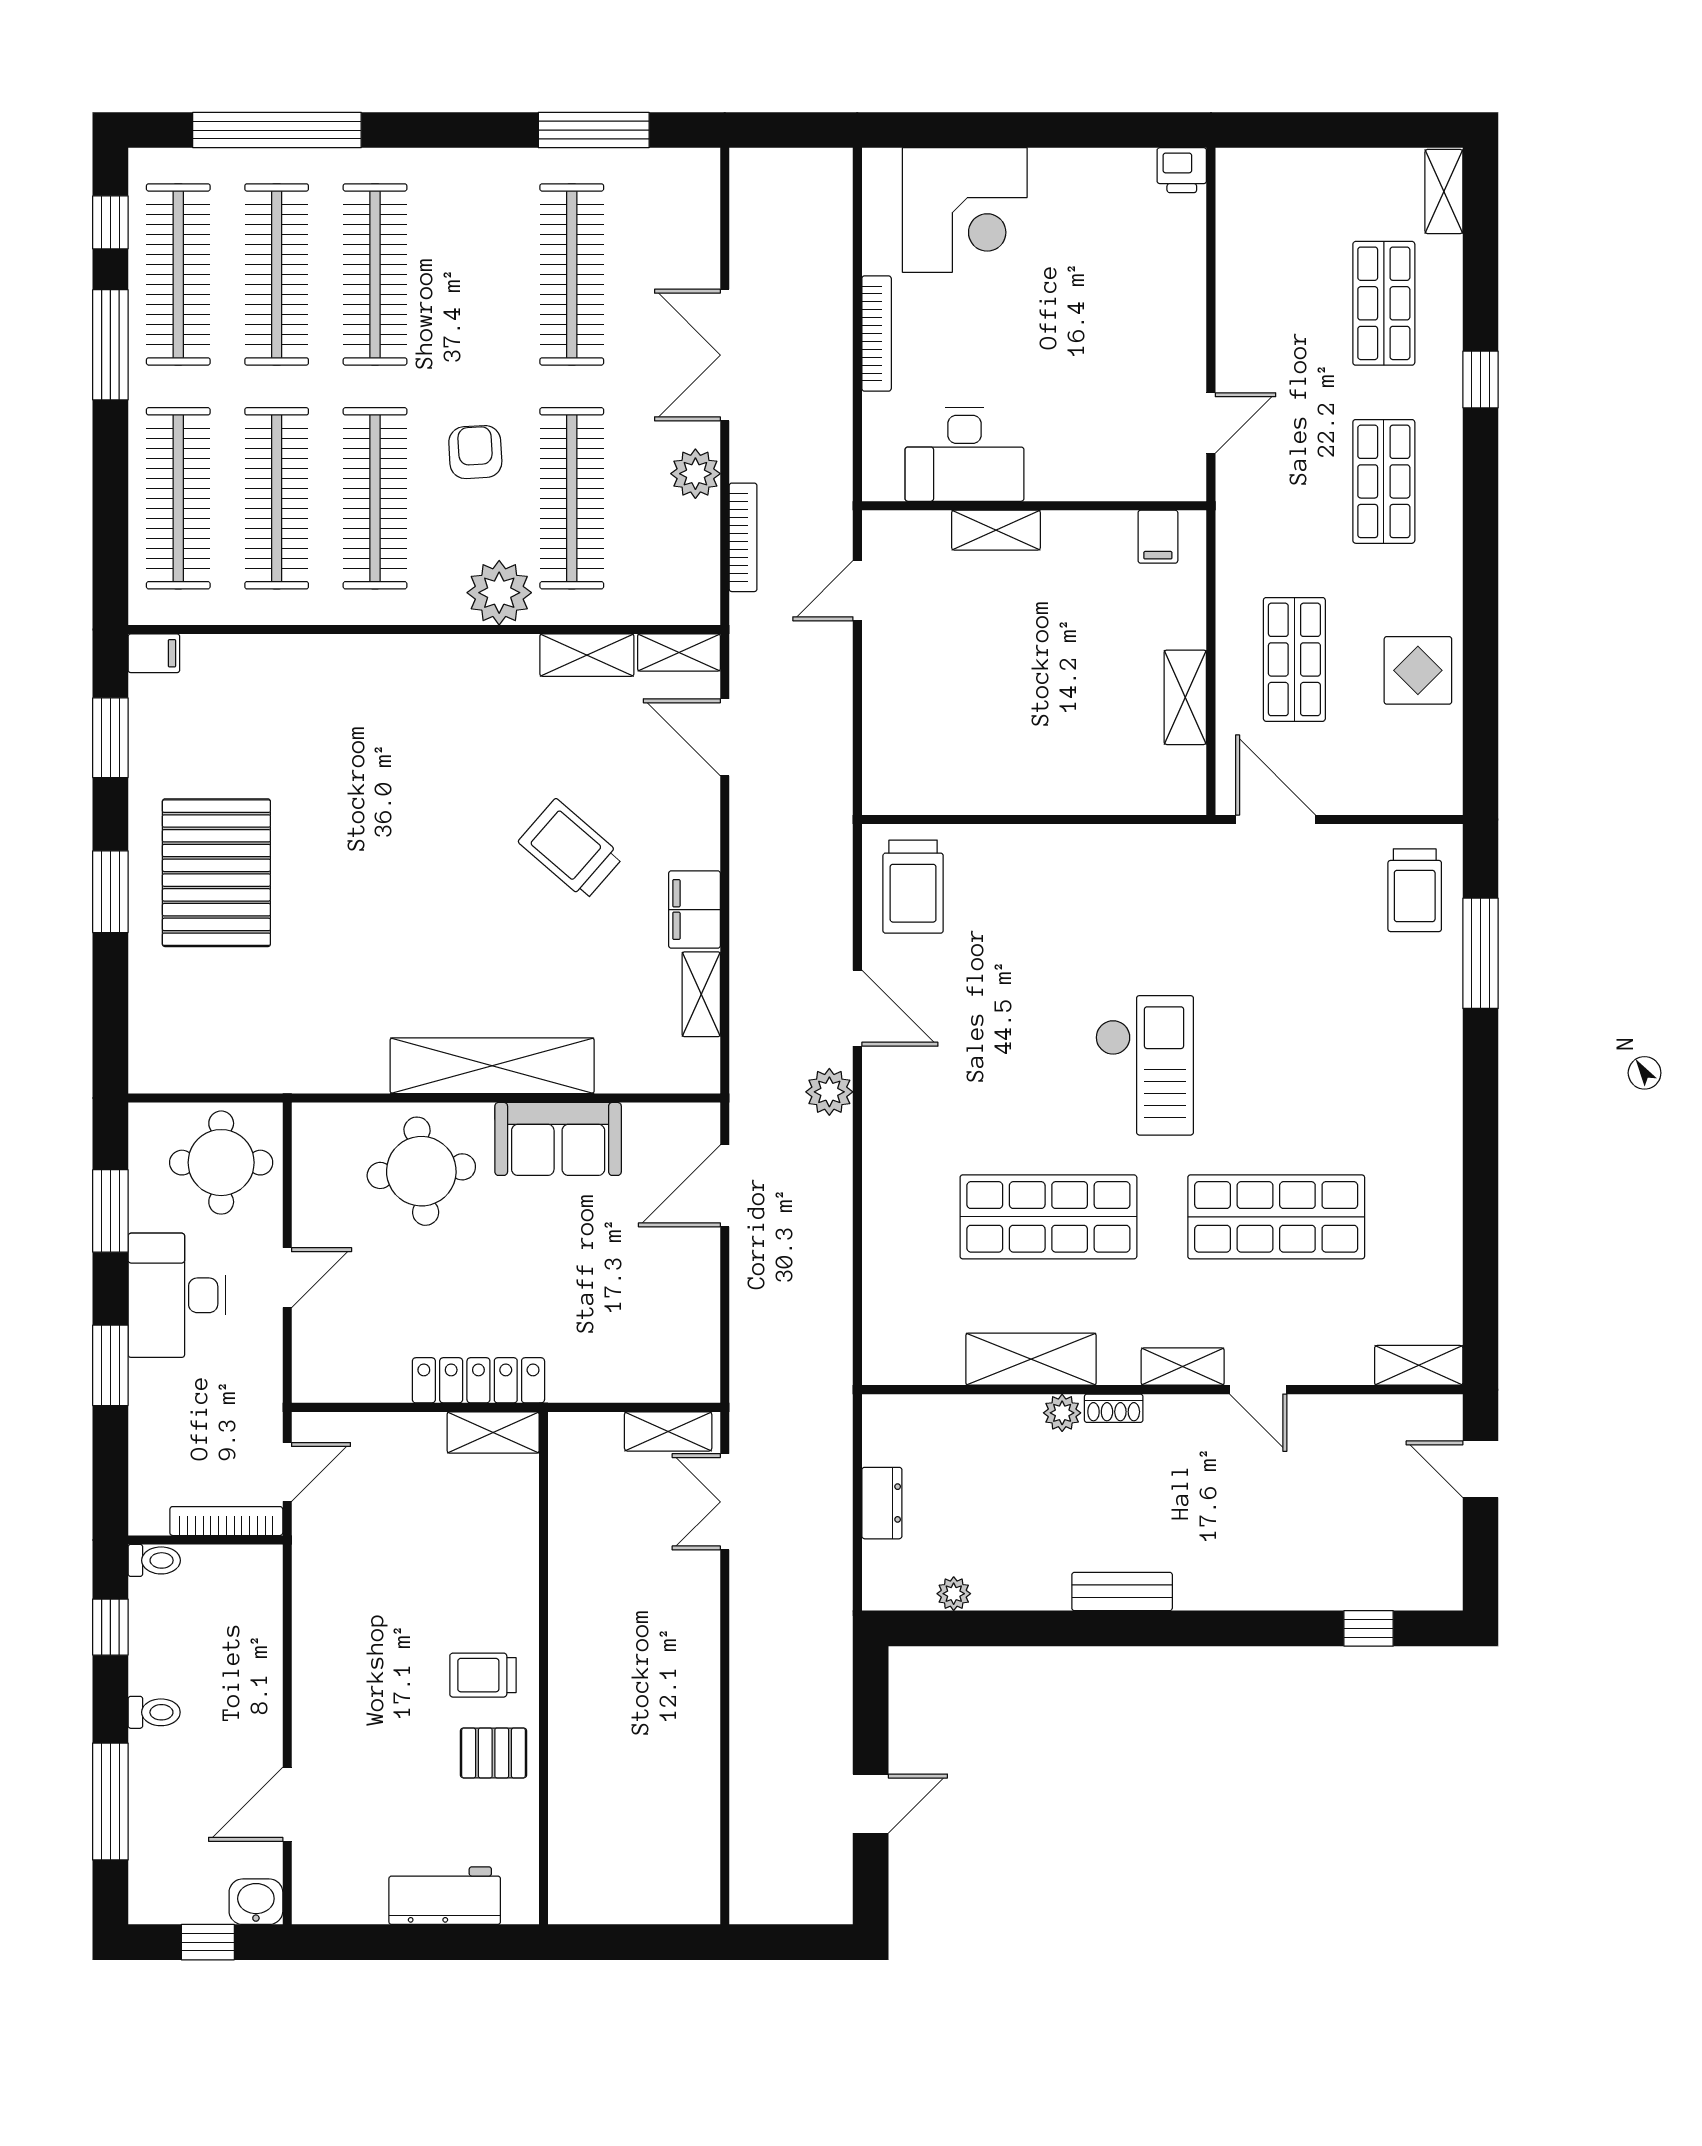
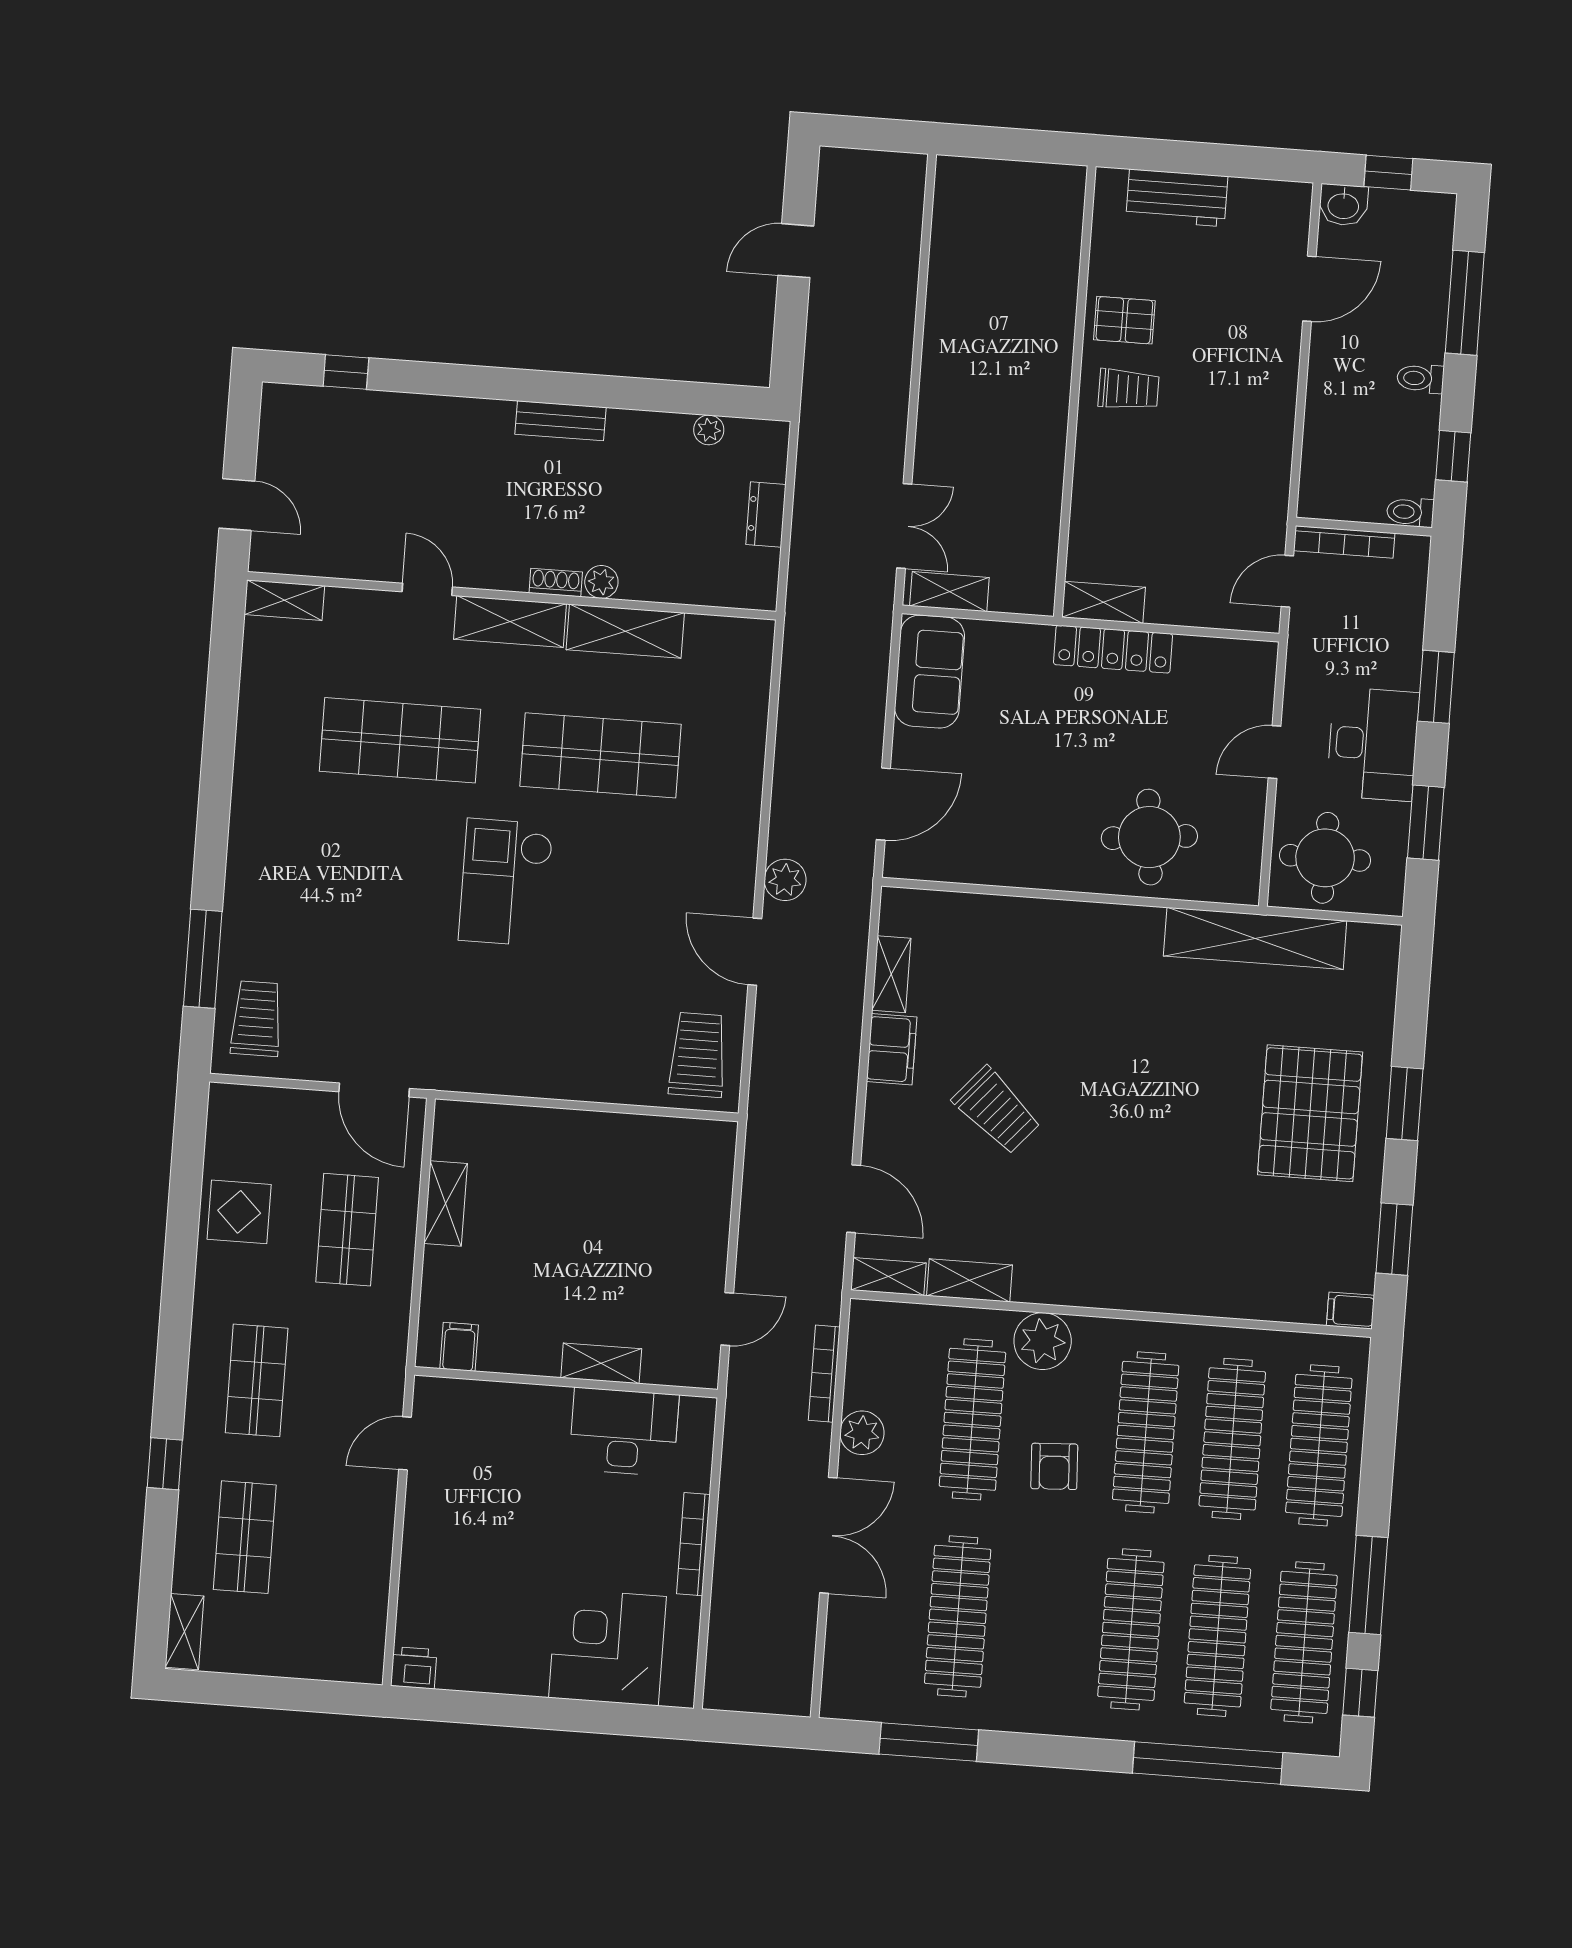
shelving: (492, 1066) -> (1255, 938), moved
sofa: (558, 1139) -> (930, 672), moved, turned 90
shelving: (1183, 1367) -> (510, 622), width x1.50, depth x1.33

